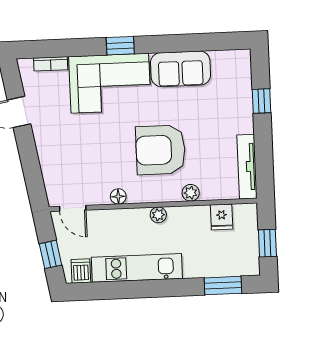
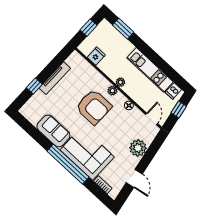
window: (120, 46) -> (68, 164), width x3.17
plant: (53, 155) -> (138, 148), added
tv unit: (247, 167) -> (55, 78), moved
plant: (191, 193) -> (112, 91), moved

